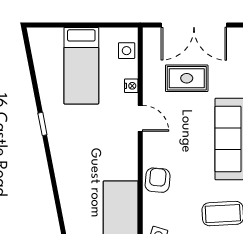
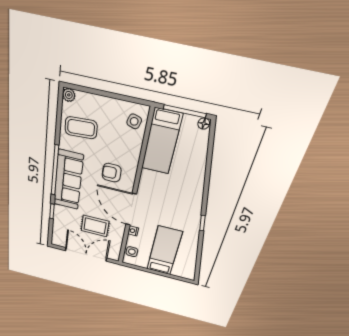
door: (140, 118) -> (131, 209), width x1.88
armchair: (158, 180) -> (112, 173), moved, turned 85

